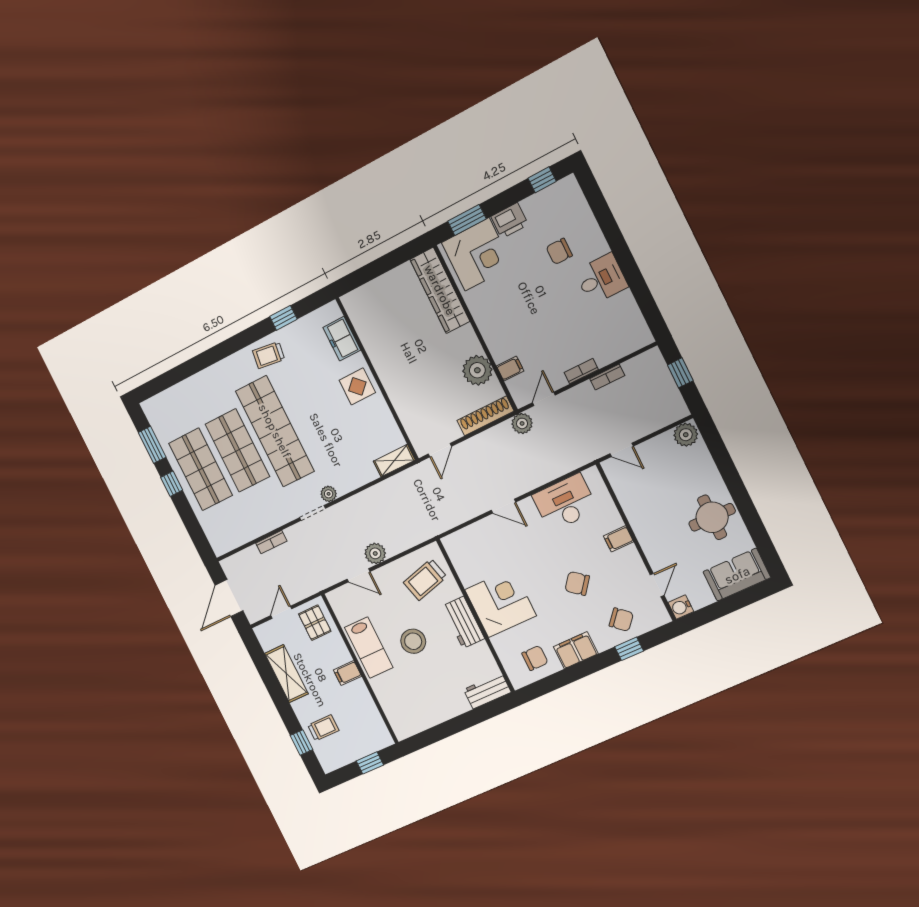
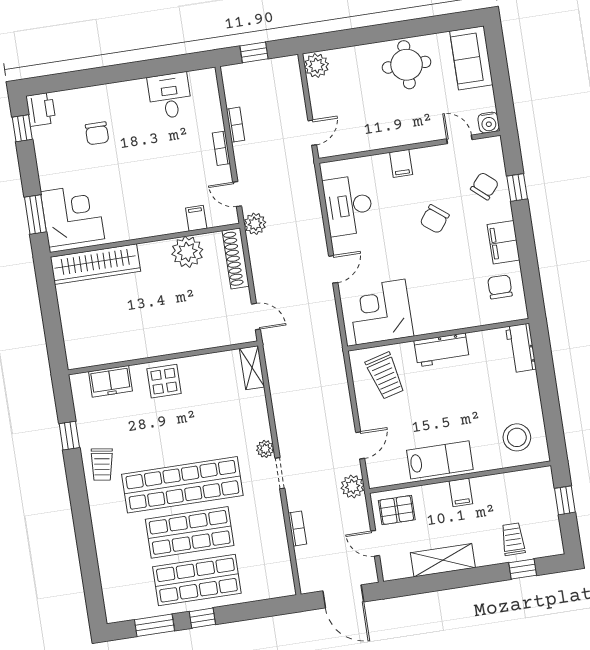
printer: (509, 221) -> (41, 109), moved
desk: (601, 279) -> (170, 96), moved
plant: (375, 553) -> (352, 486), moved
corner desk: (501, 603) -> (381, 312), moved
stool: (413, 641) -> (517, 437), moved

